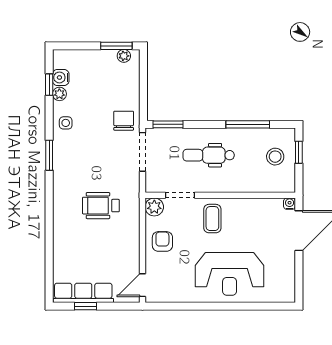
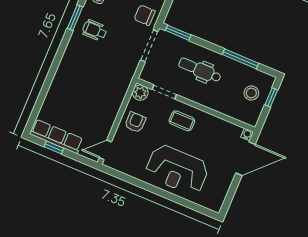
chair: (124, 121) -> (145, 15), turned -90
wheelchair: (101, 206) -> (95, 30), moved, width x0.73, depth x0.73
coffee table: (212, 219) -> (182, 121), turned 90

